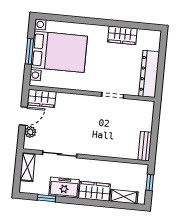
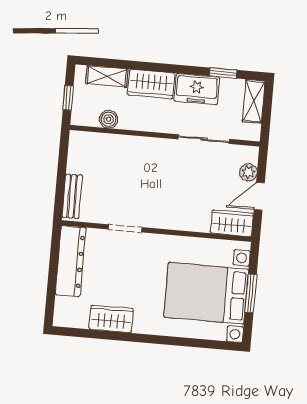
bench: (145, 146) -> (72, 196), moved
shelving: (28, 167) -> (254, 101), moved
boiler: (123, 168) -> (109, 119), added

